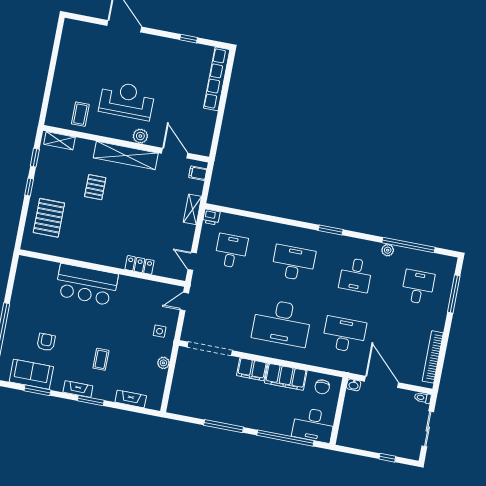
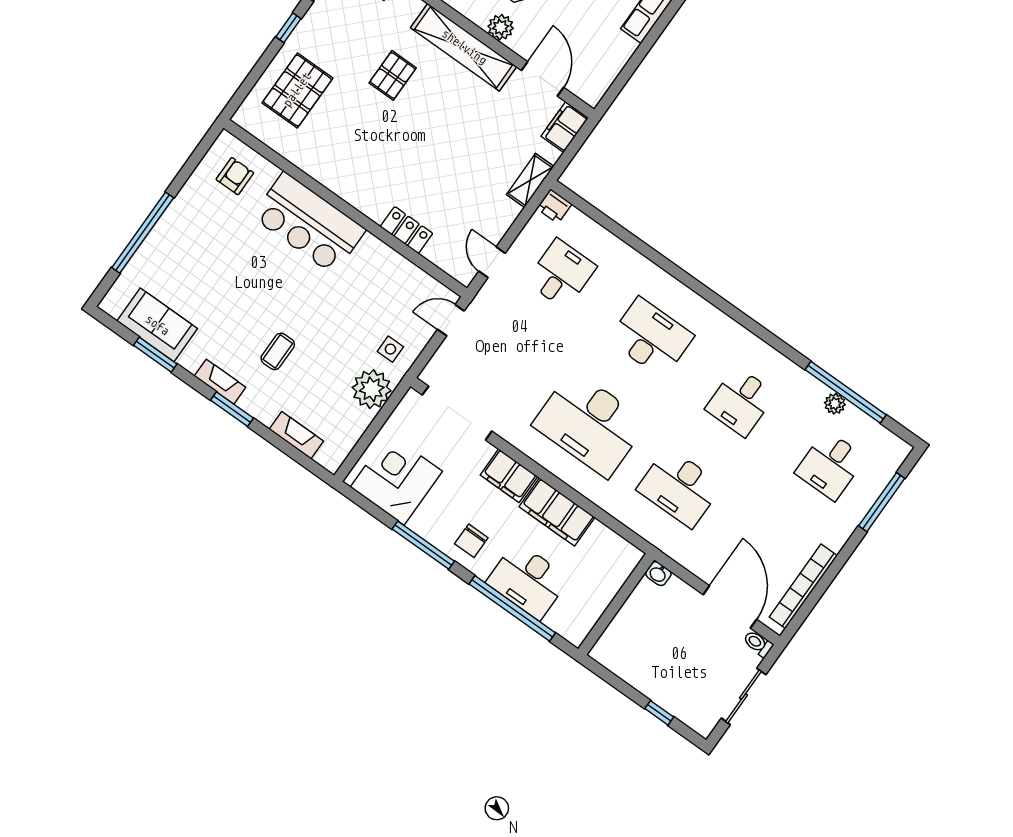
filing cabinet: (198, 173) -> (565, 127), width x2.00
window: (331, 230) -> (733, 312), removed
plant: (388, 250) -> (835, 404), moved
desk: (418, 287) -> (830, 465), turned 180
desk: (344, 335) -> (680, 487), turned 180
armchair: (46, 342) -> (235, 176), moved
plant: (163, 363) -> (372, 389), width x1.87, depth x1.87
door: (382, 382) -> (730, 607), moved
chair: (322, 387) -> (471, 541), moved
corner desk: (194, 398) -> (396, 479), added
desk: (313, 425) -> (528, 581), moved

